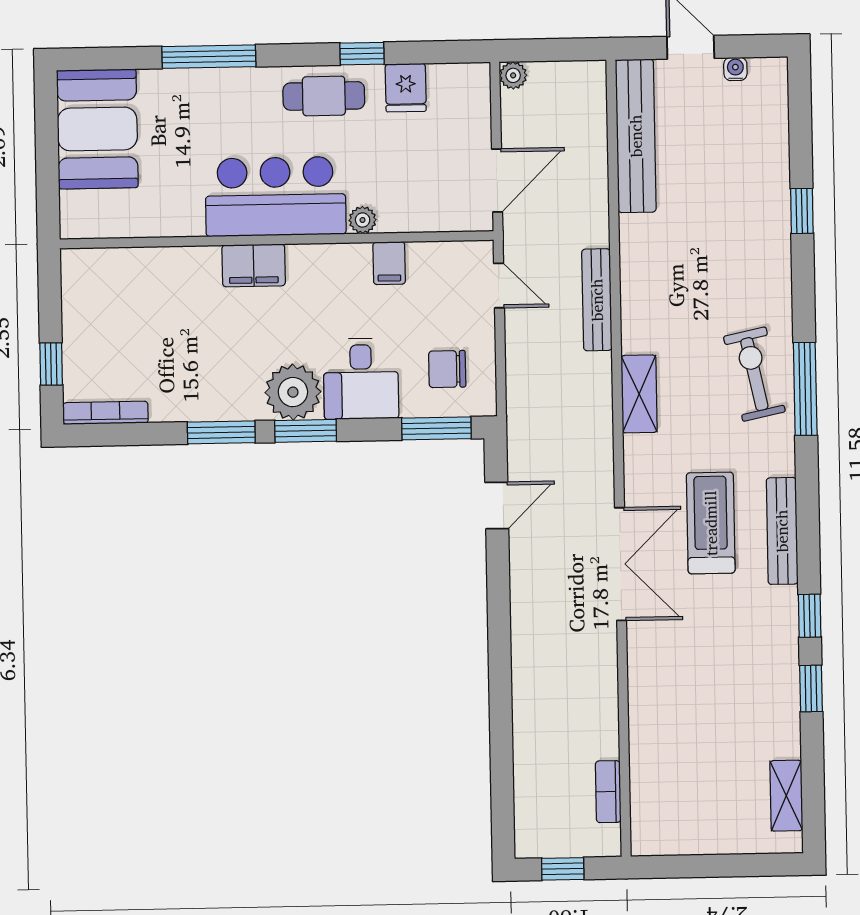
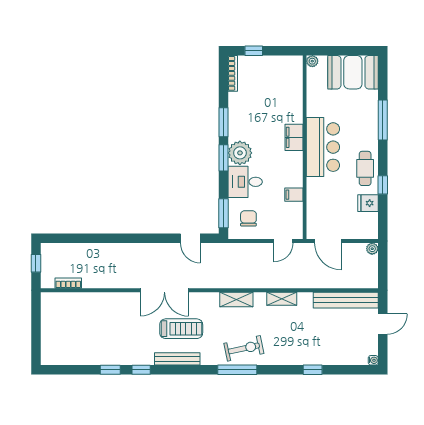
water cooler: (735, 69) -> (373, 360), moved
plant: (363, 220) -> (312, 61), moved
bench: (597, 300) -> (277, 282), removed
shelving: (786, 796) -> (282, 299), moved

